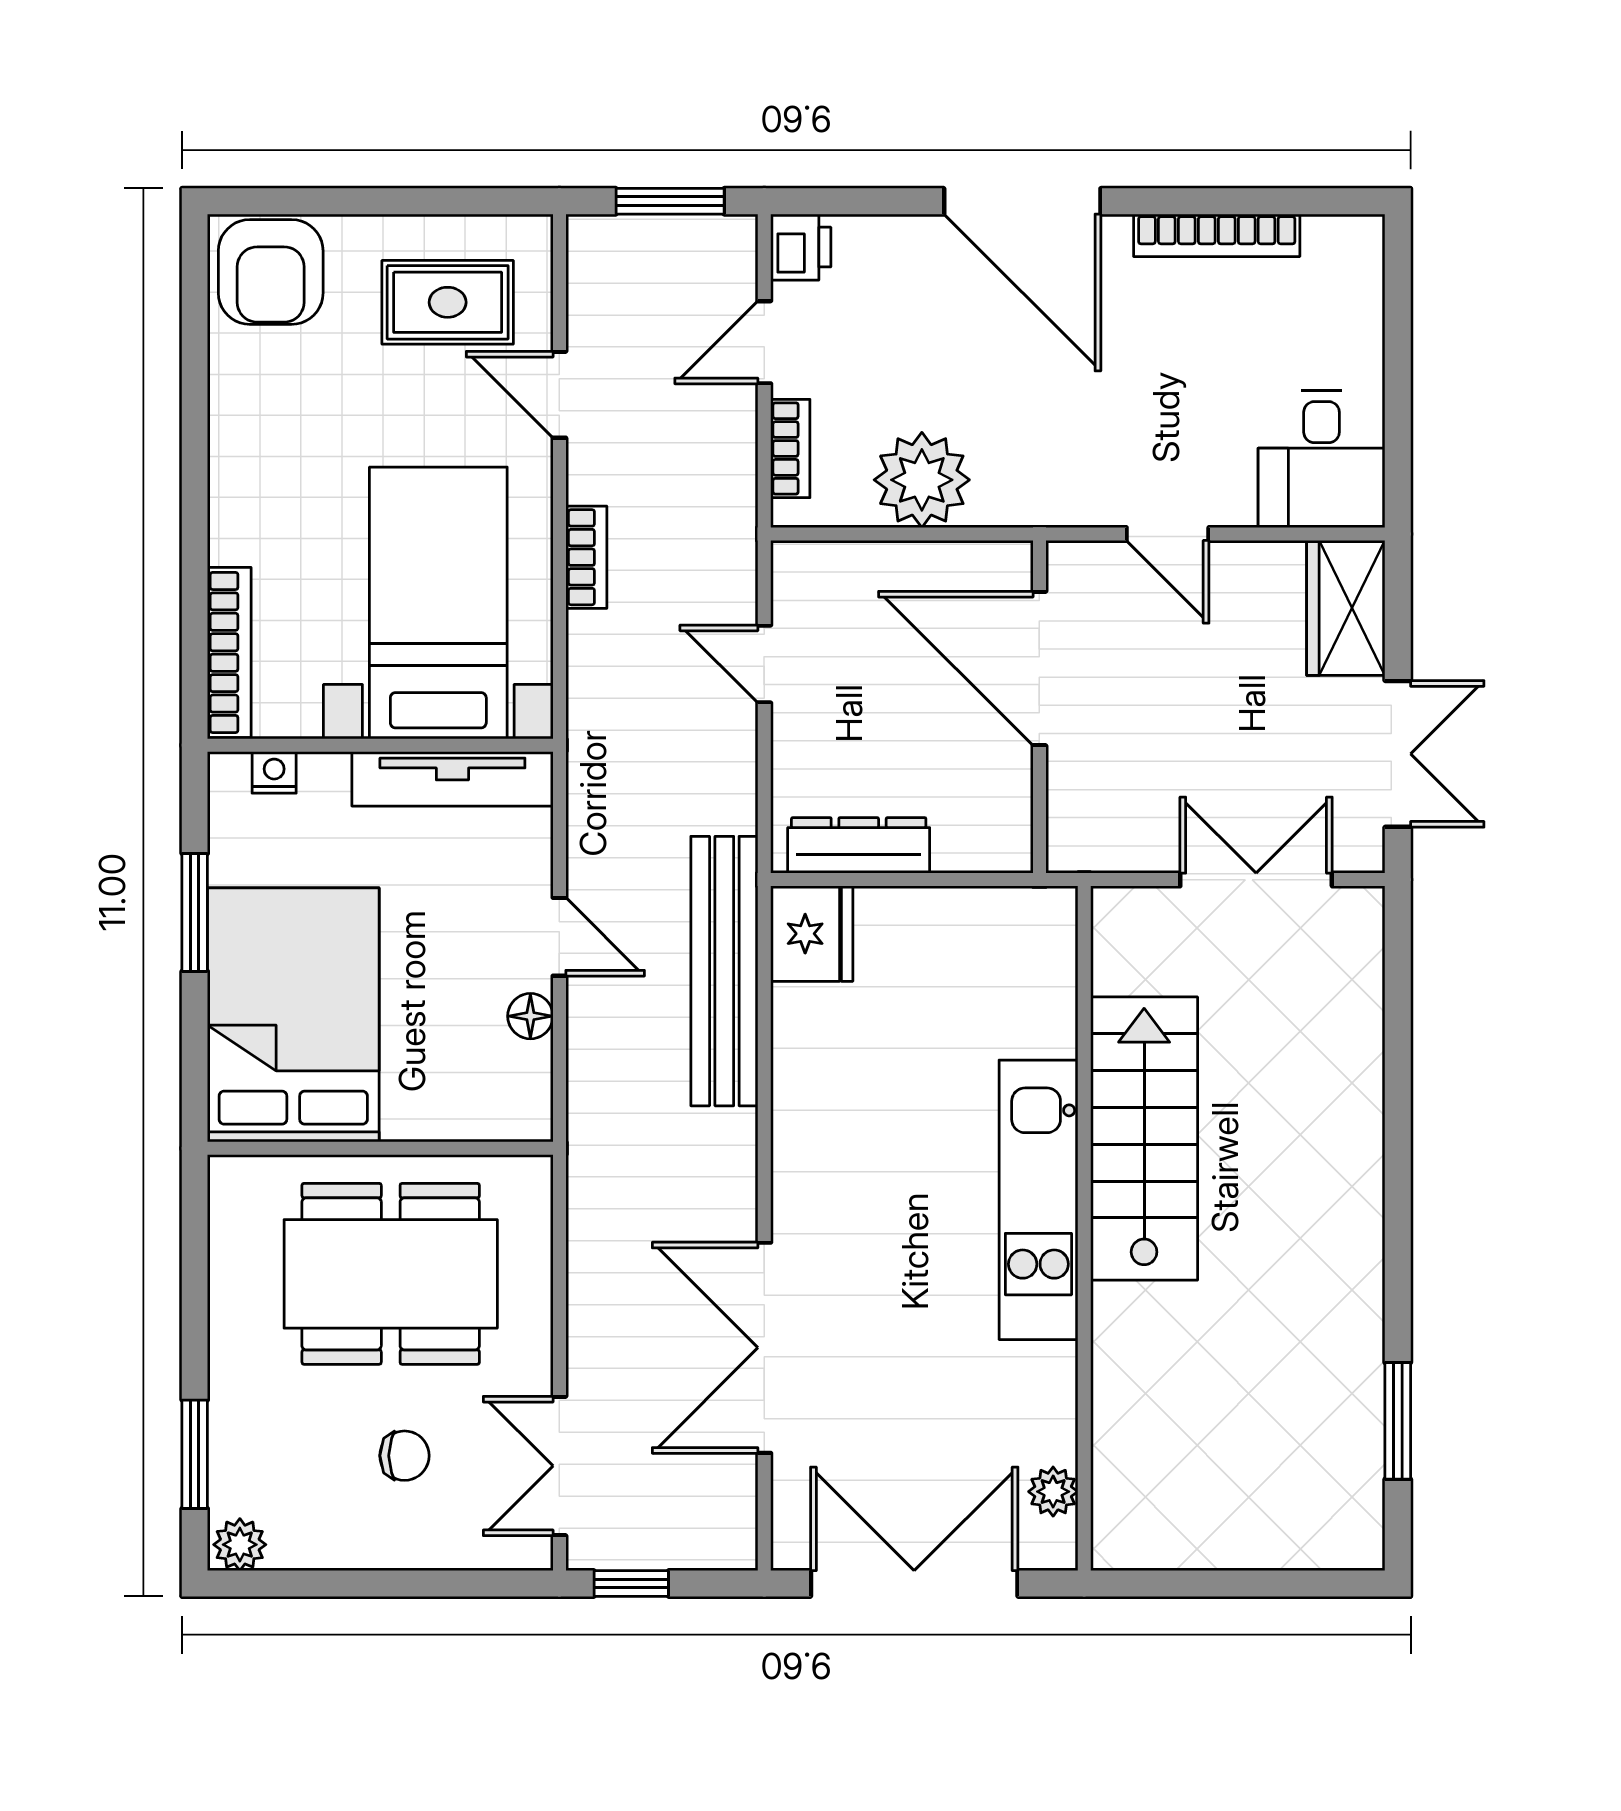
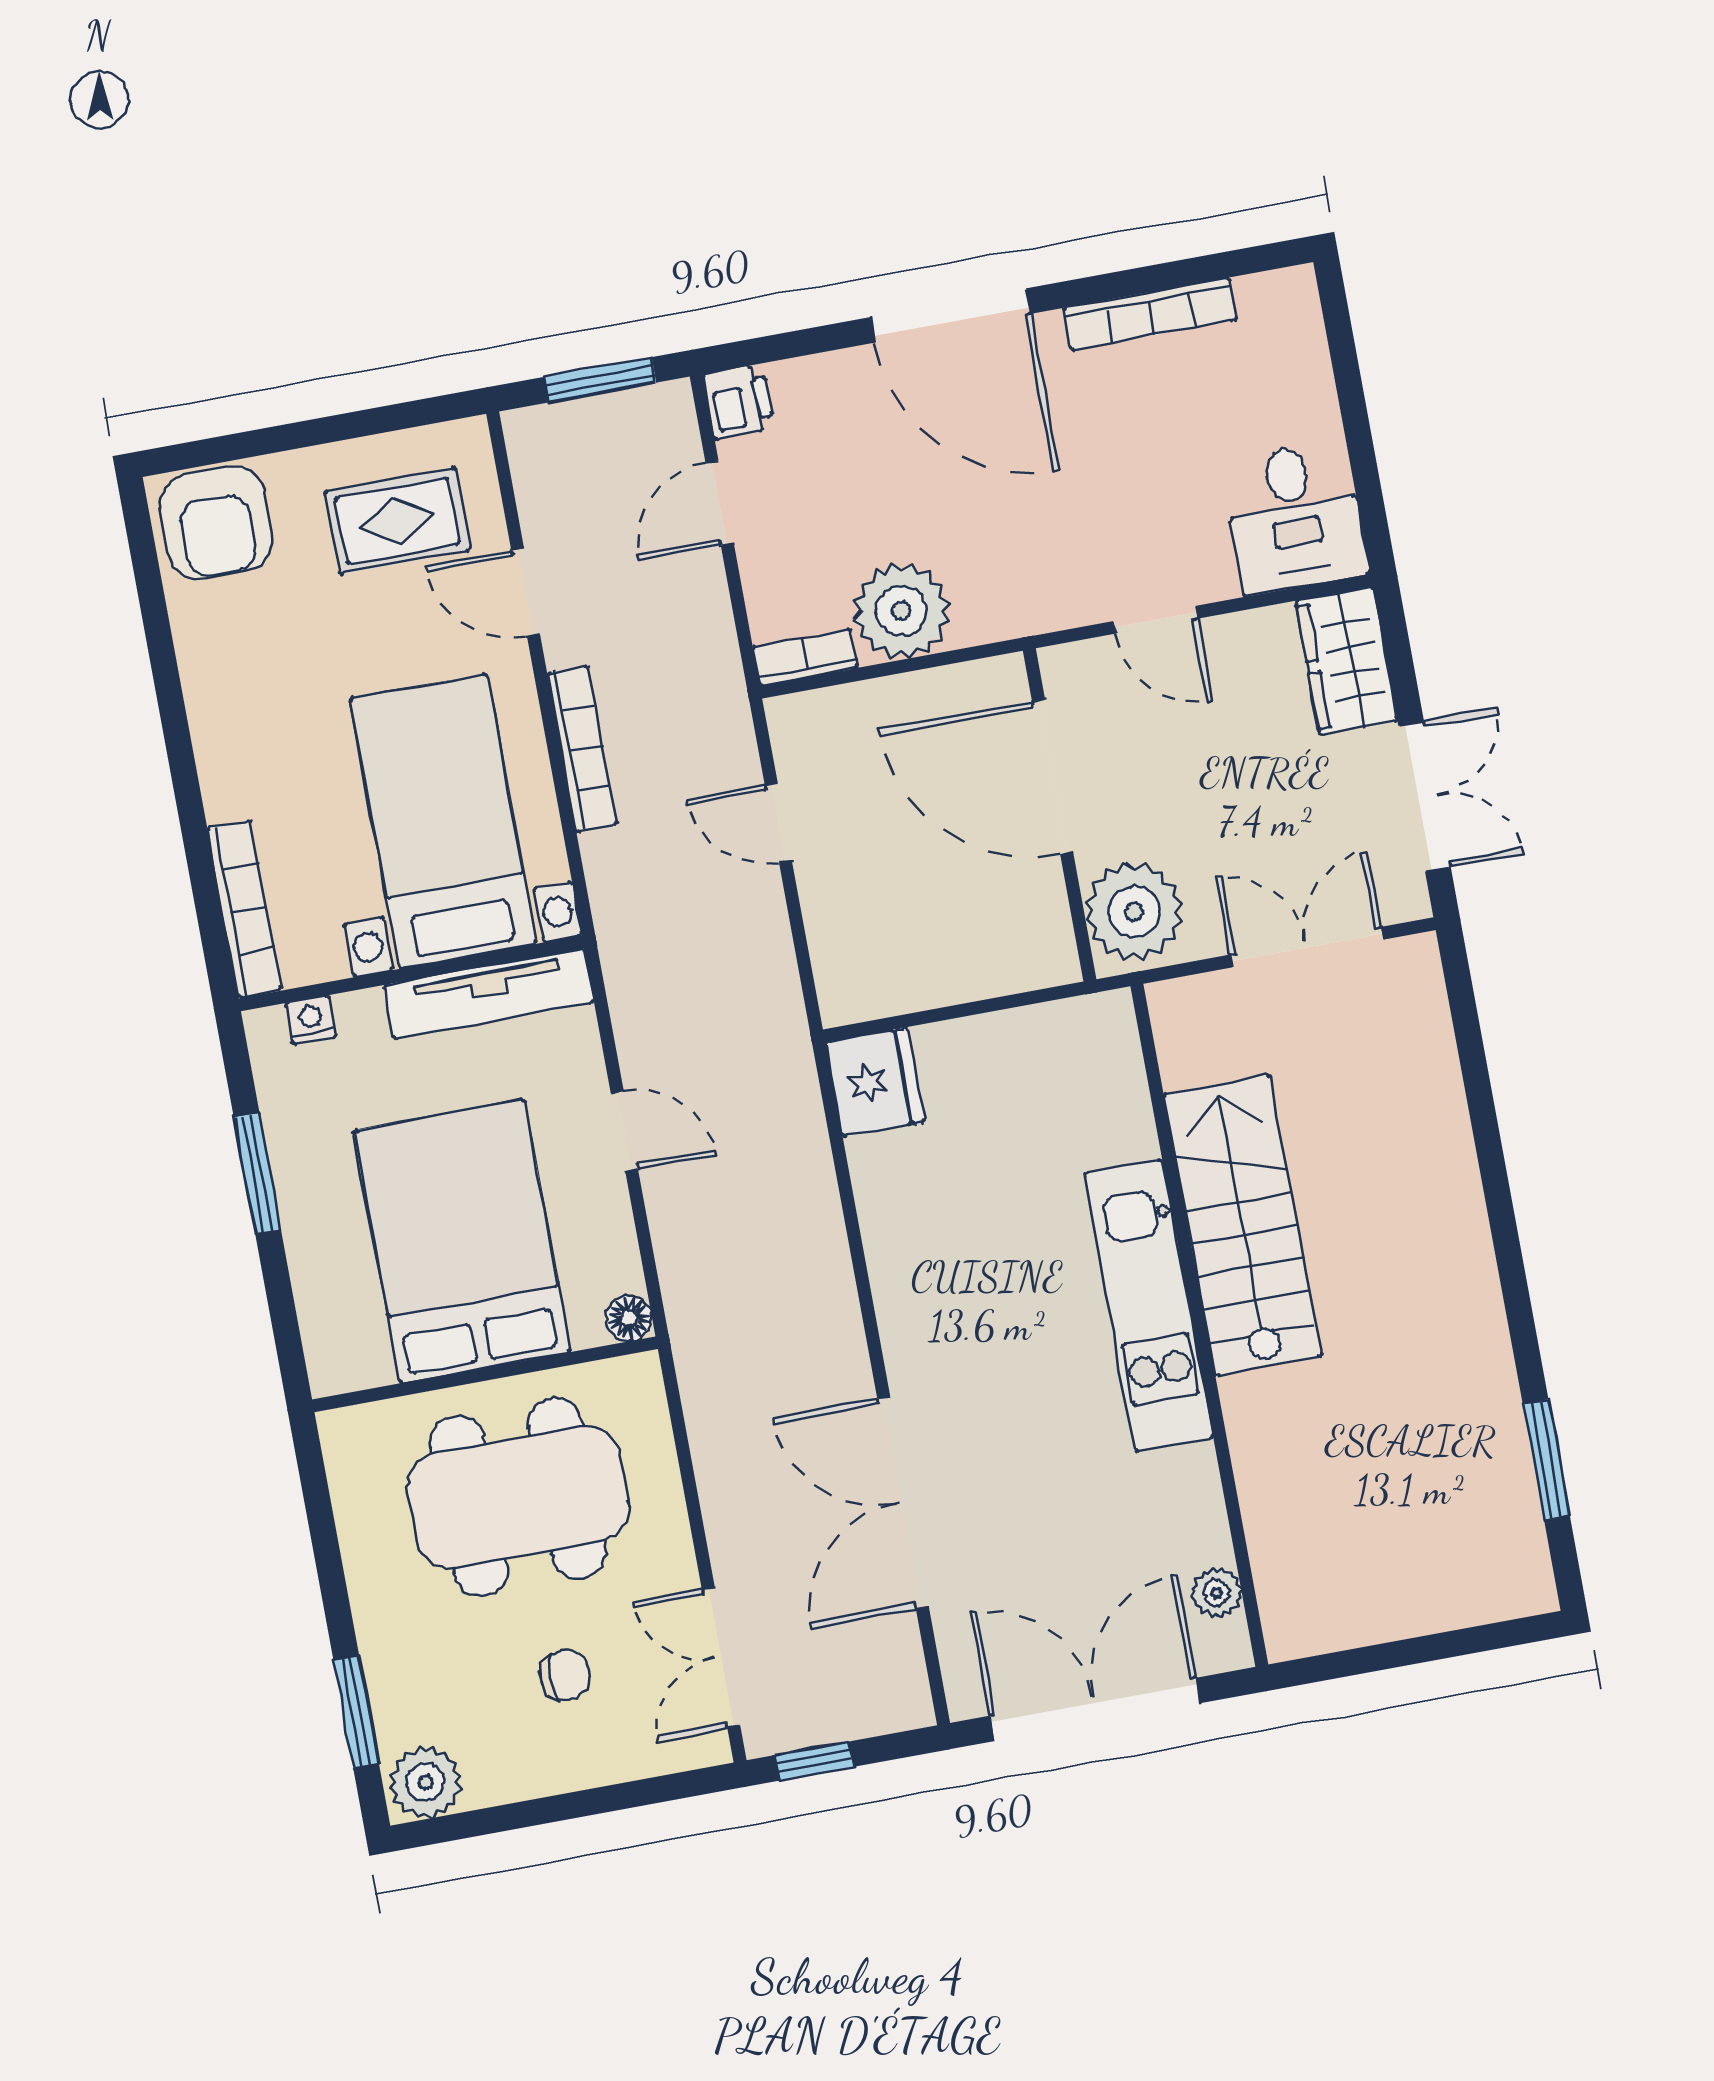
bookcase: (790, 448) -> (805, 657), moved, turned -90
bookcase: (586, 557) -> (582, 749), width x1.56
plant: (1095, 814) -> (1134, 912), added
dresser: (859, 845) -> (905, 986), removed
bench: (724, 971) -> (795, 1135), removed
bed: (293, 1015) -> (462, 1241), moved
floor lamp: (530, 1016) -> (629, 1318), moved
plant: (240, 1545) -> (425, 1782), width x1.38, depth x1.38

